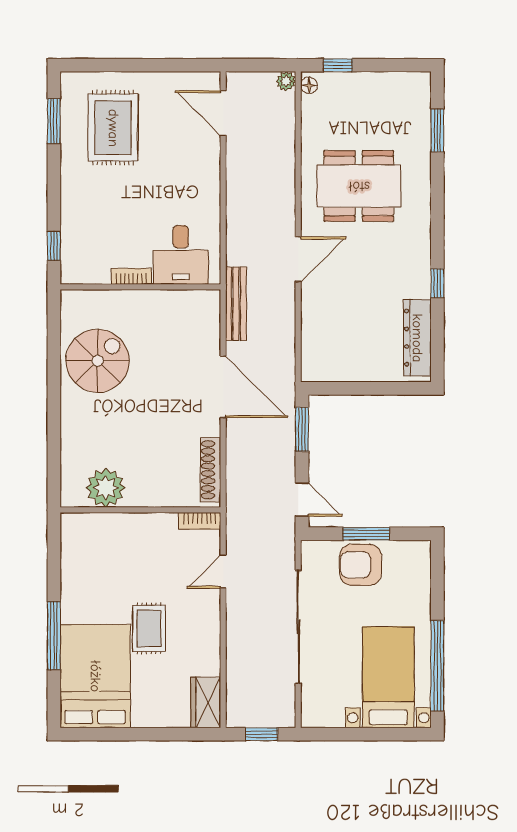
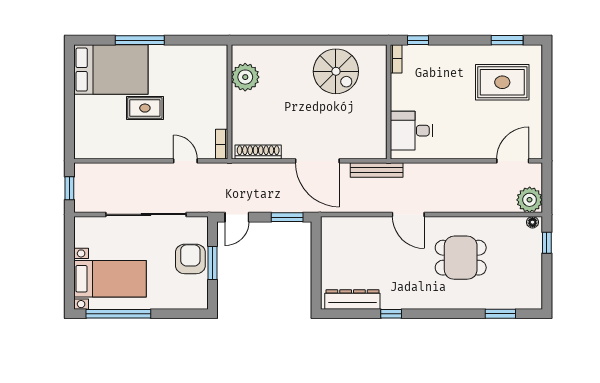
plant: (286, 81) -> (530, 200), width x1.87, depth x1.87
dining table: (359, 186) -> (461, 258), width x0.73
bookcase: (131, 276) -> (396, 59), moved
door: (223, 387) -> (317, 161), hinge flipped
wardrobe: (206, 703) -> (92, 149), removed

